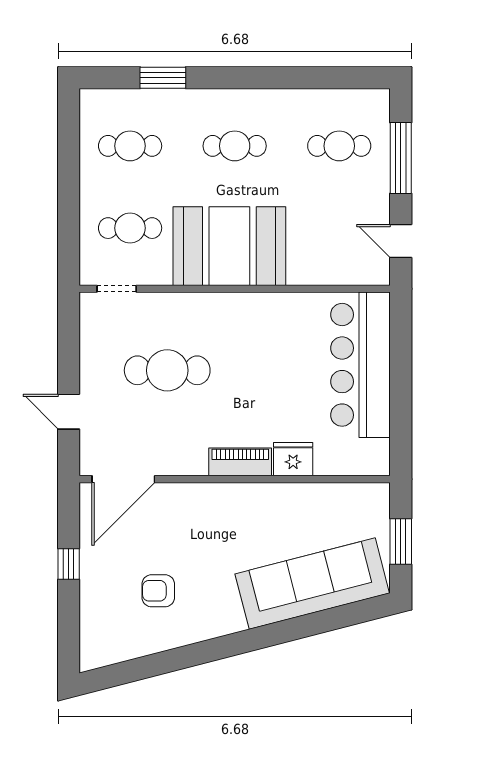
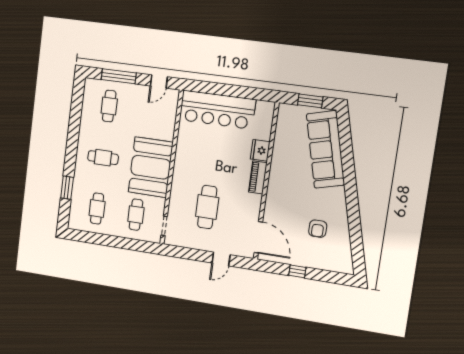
cafe table: (235, 146) -> (103, 158), turned 90

